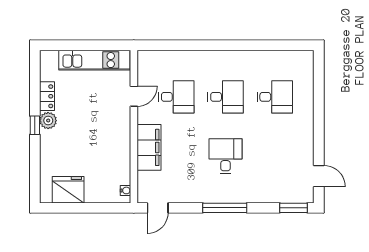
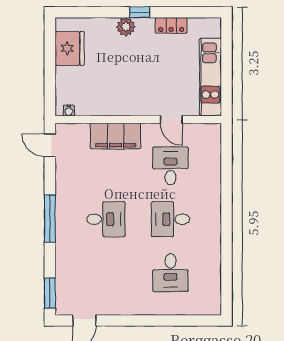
desk: (176, 97) -> (170, 166), turned 180
desk: (225, 97) -> (170, 219), turned 90
plant: (48, 121) -> (126, 27), moved

